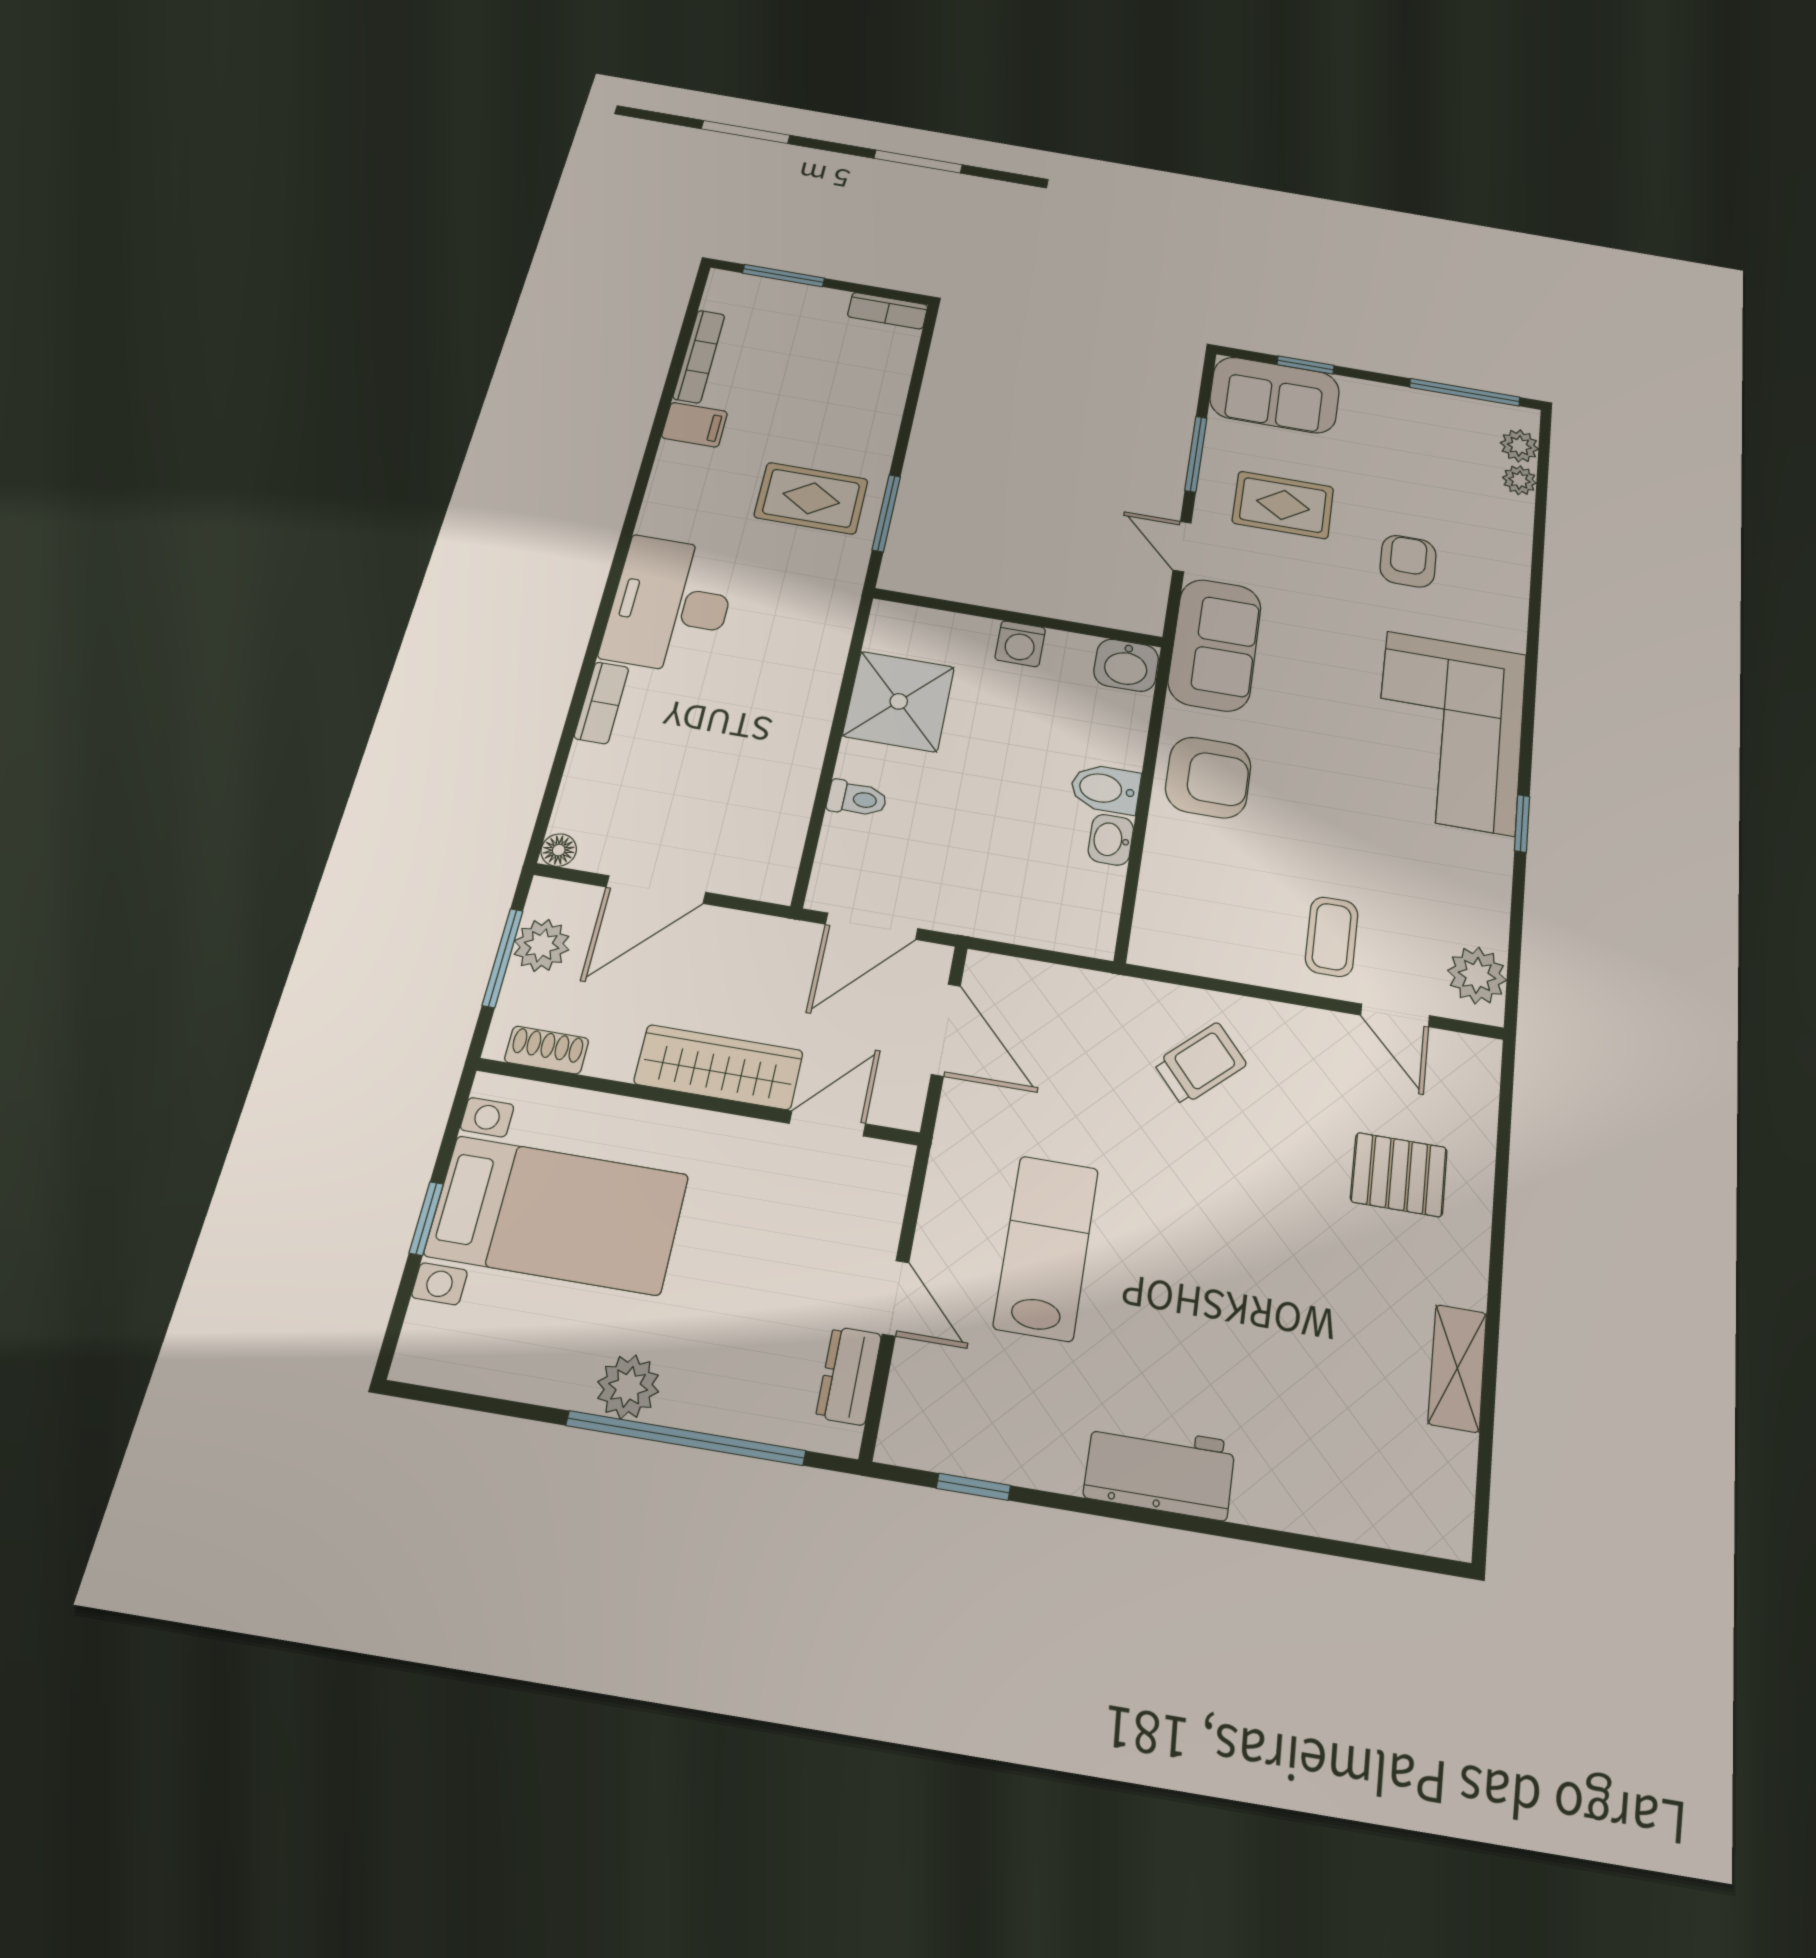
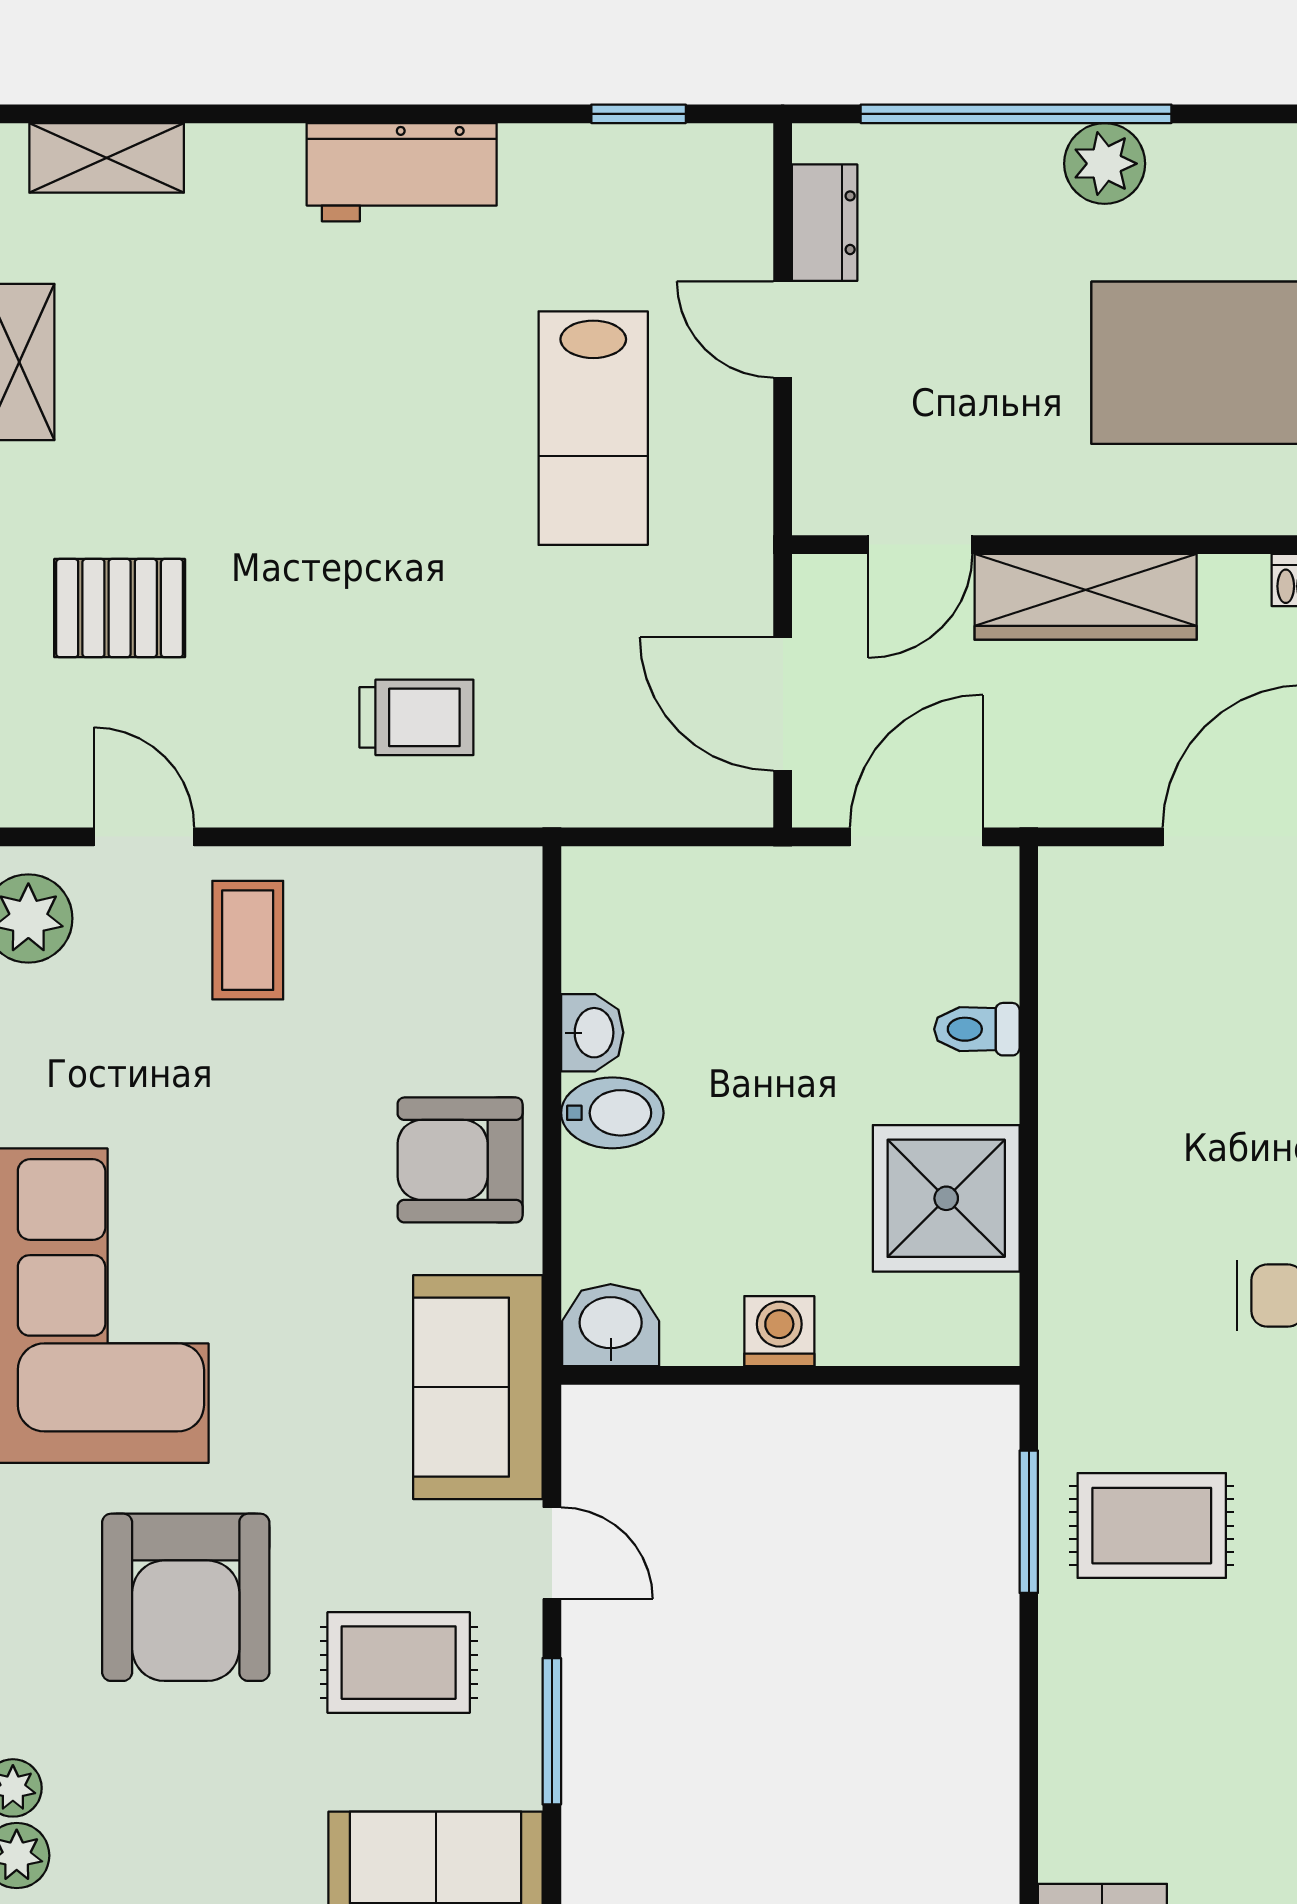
armchair: (1408, 561) -> (186, 1597), width x1.88, depth x1.88
trolley: (1200, 1064) -> (416, 717), turned -138
shelving: (1381, 1519) -> (107, 158), added

